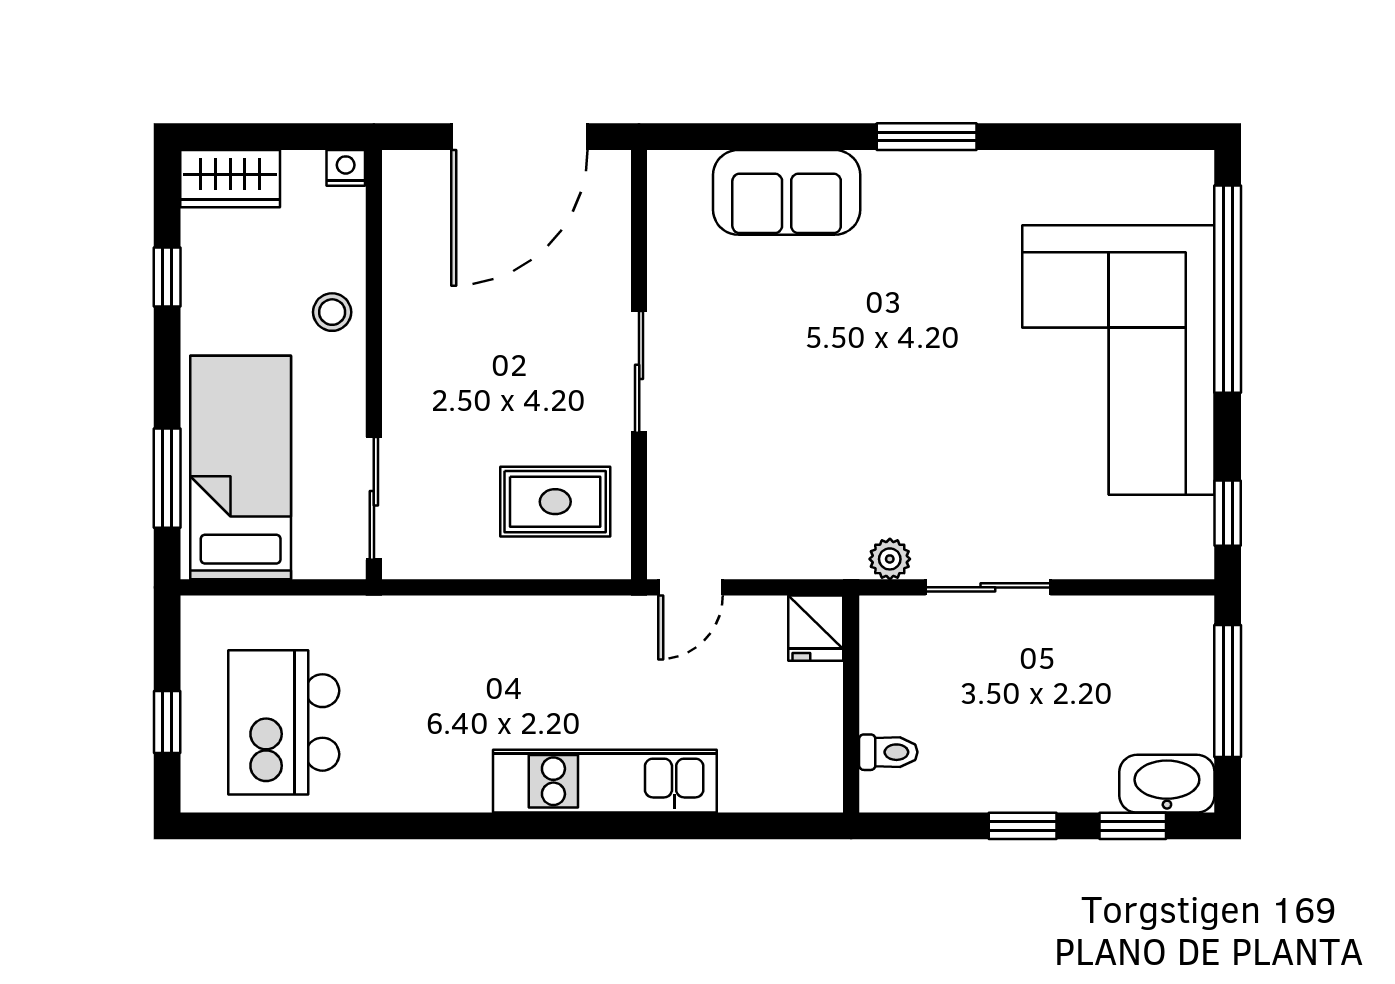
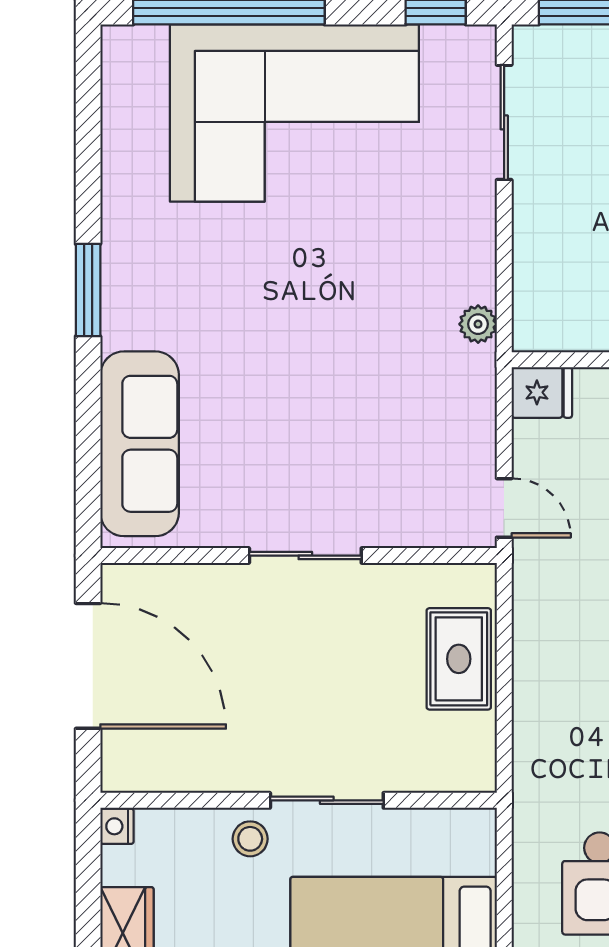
sofa: (787, 192) -> (140, 444), width x1.36
sliding door: (374, 498) -> (327, 800), moved
rug: (555, 502) -> (459, 659), moved
sliding door: (988, 587) -> (504, 122), moved

